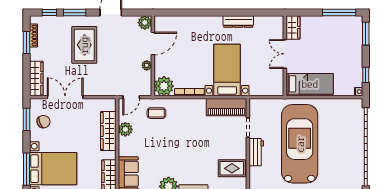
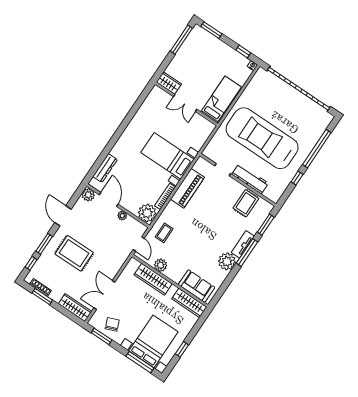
dresser: (238, 22) -> (105, 168), moved
piano: (227, 107) -> (187, 188), moved
workbench: (256, 152) -> (250, 179), width x1.38

